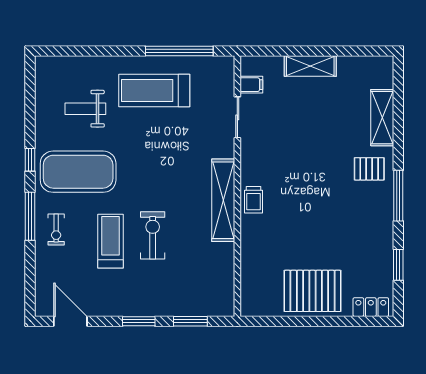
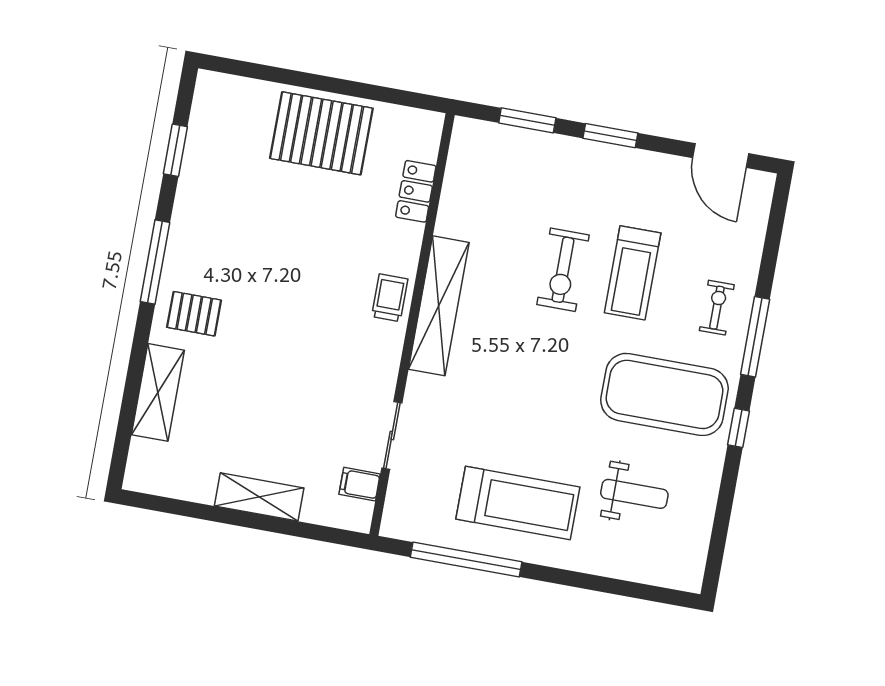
locker: (371, 307) -> (416, 191), moved, turned 90

